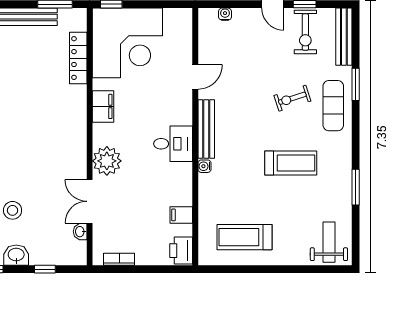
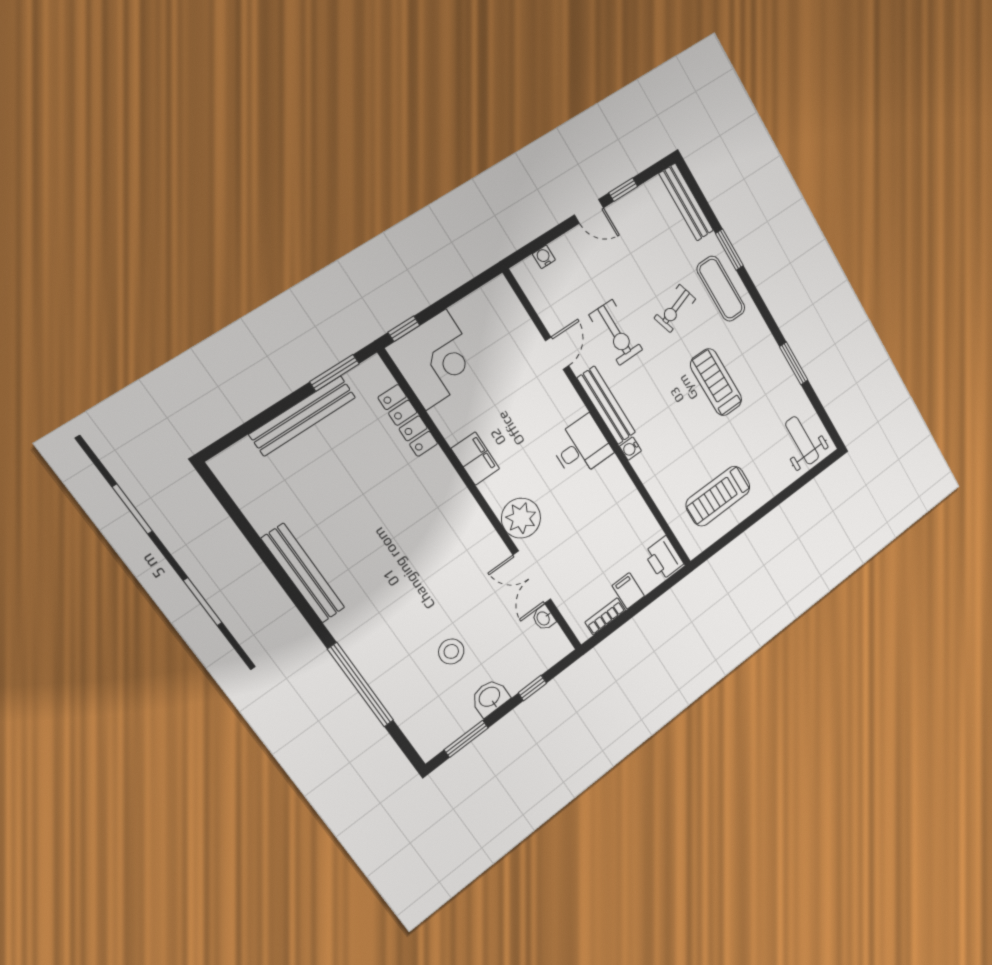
exercise bike: (305, 32) -> (616, 332), moved
corner desk: (127, 43) -> (436, 360), width x0.74, depth x0.74
treadmill: (291, 163) -> (716, 382), turned -90
filing cabinet: (181, 215) -> (628, 591), moved, turned 90

